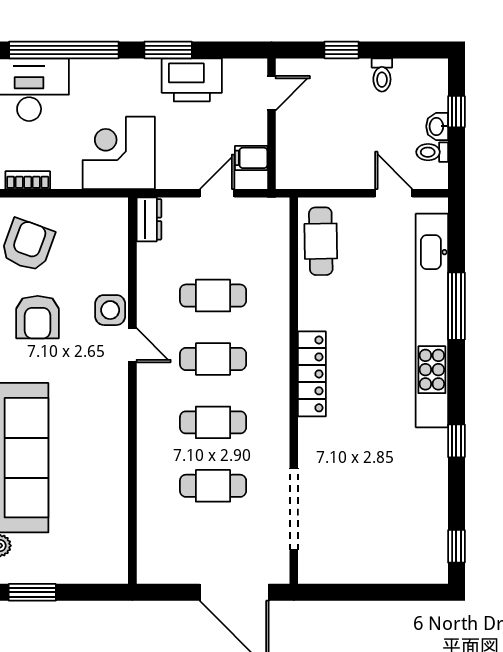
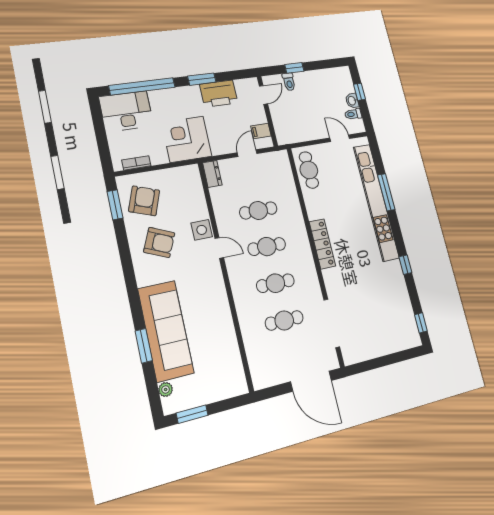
toilet: (382, 75) -> (289, 82), moved
armchair: (38, 317) -> (159, 242), turned -66

